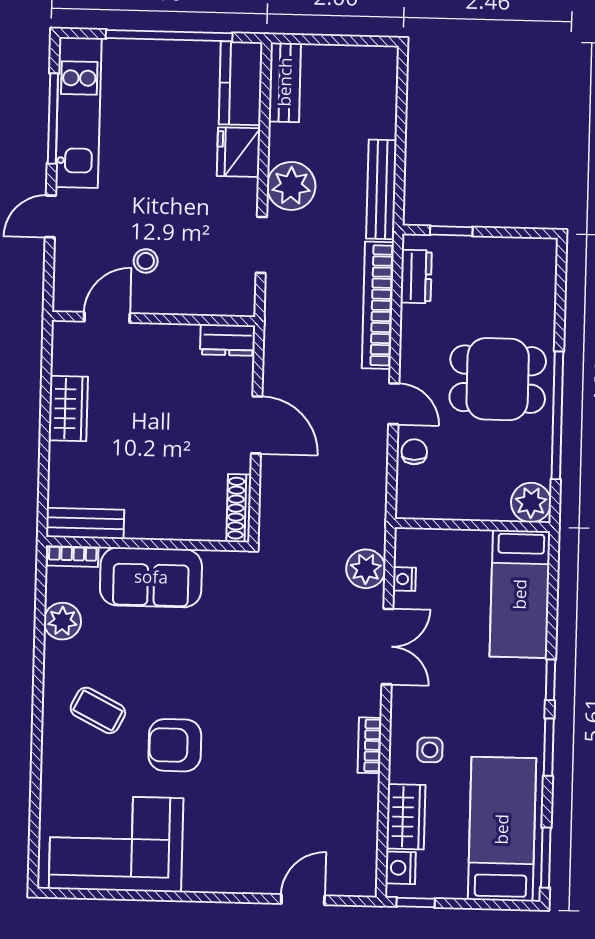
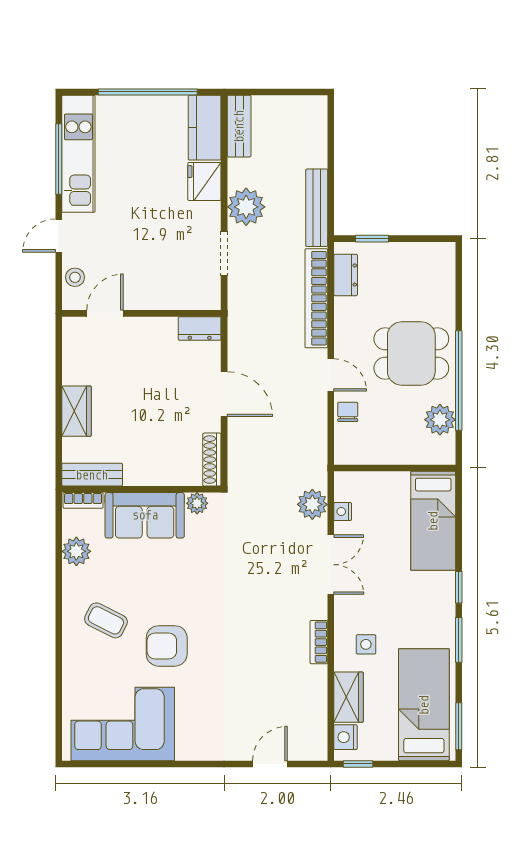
stool: (146, 261) -> (75, 277), moved
wardrobe: (68, 408) -> (77, 411), moved
plant: (531, 503) -> (440, 420), moved
plant: (218, 564) -> (197, 503), added

